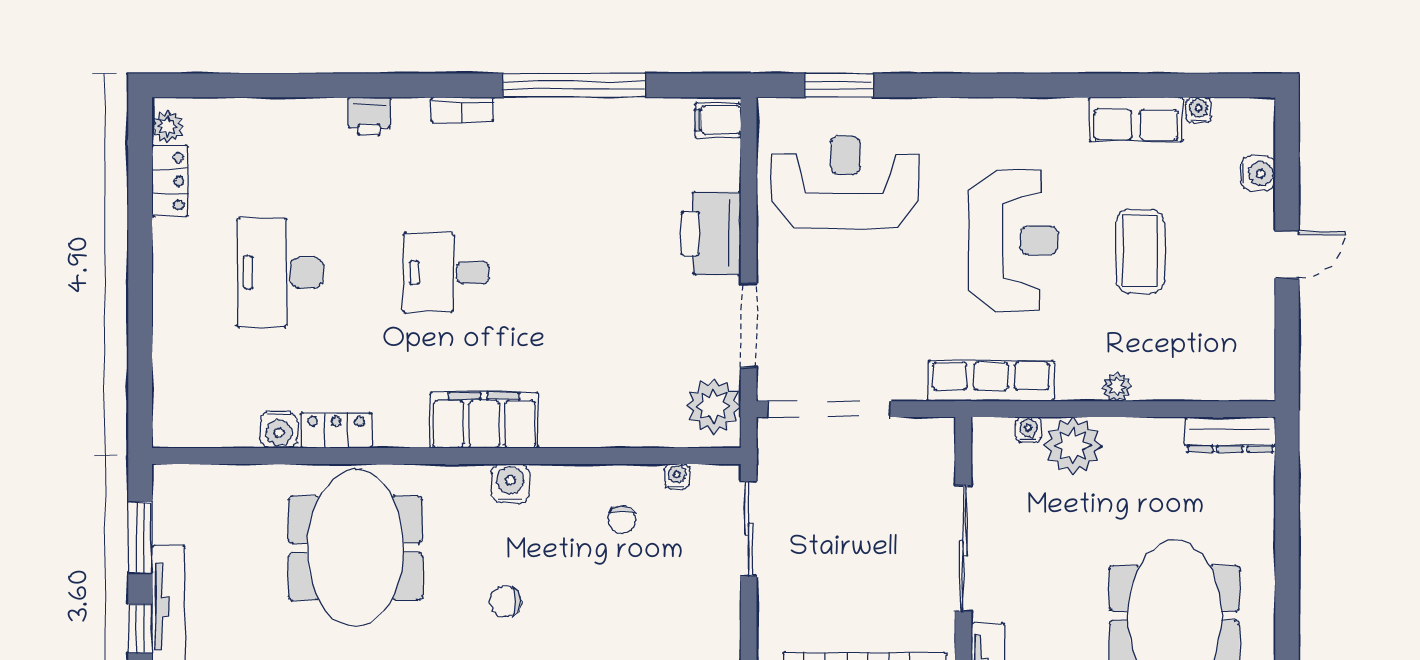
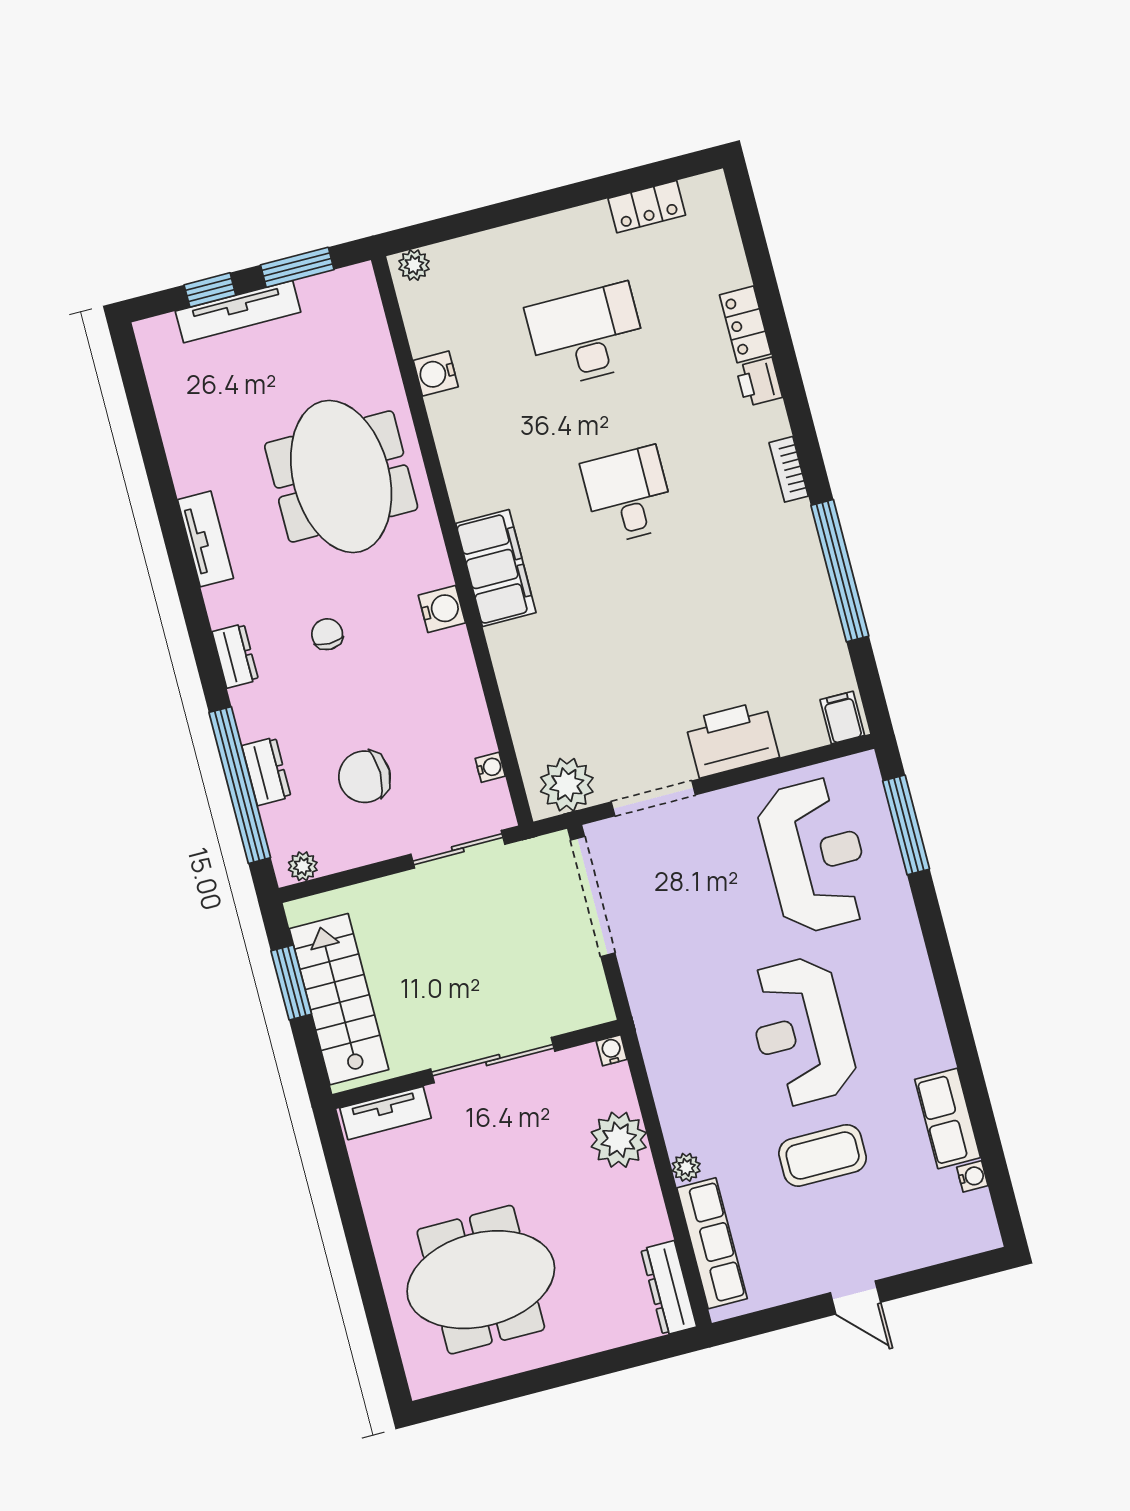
window: (839, 85) -> (906, 825), width x1.44
plant: (168, 126) -> (414, 265), moved
water cooler: (1258, 174) -> (926, 1249), removed
reception desk: (1013, 241) -> (801, 1031), turned 90
row of seats: (991, 381) -> (712, 1243), moved
locker: (336, 430) -> (745, 324), moved, turned 180
water cooler: (1028, 430) -> (612, 1050), moved, turned -90
chair: (622, 520) -> (365, 777), moved, width x1.87, depth x1.87
meeting table: (355, 548) -> (341, 477), turned 90

